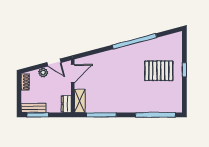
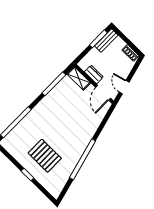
door: (54, 63) -> (124, 87), hinge flipped
pallet: (159, 71) -> (45, 156), turned 90
plant: (43, 72) -> (125, 72), removed
dresser: (66, 104) -> (94, 74), moved

